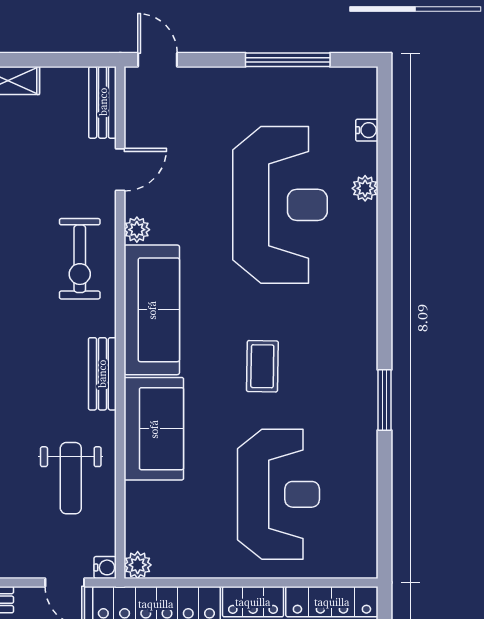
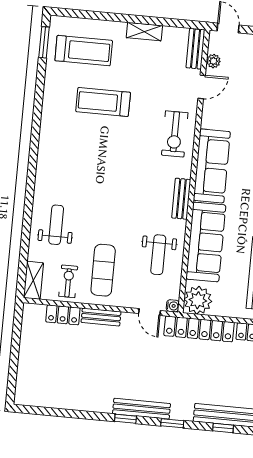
plant: (137, 230) -> (213, 61), moved
sofa: (154, 429) -> (206, 242), width x1.36
plant: (138, 565) -> (198, 300), width x1.88, depth x1.88

